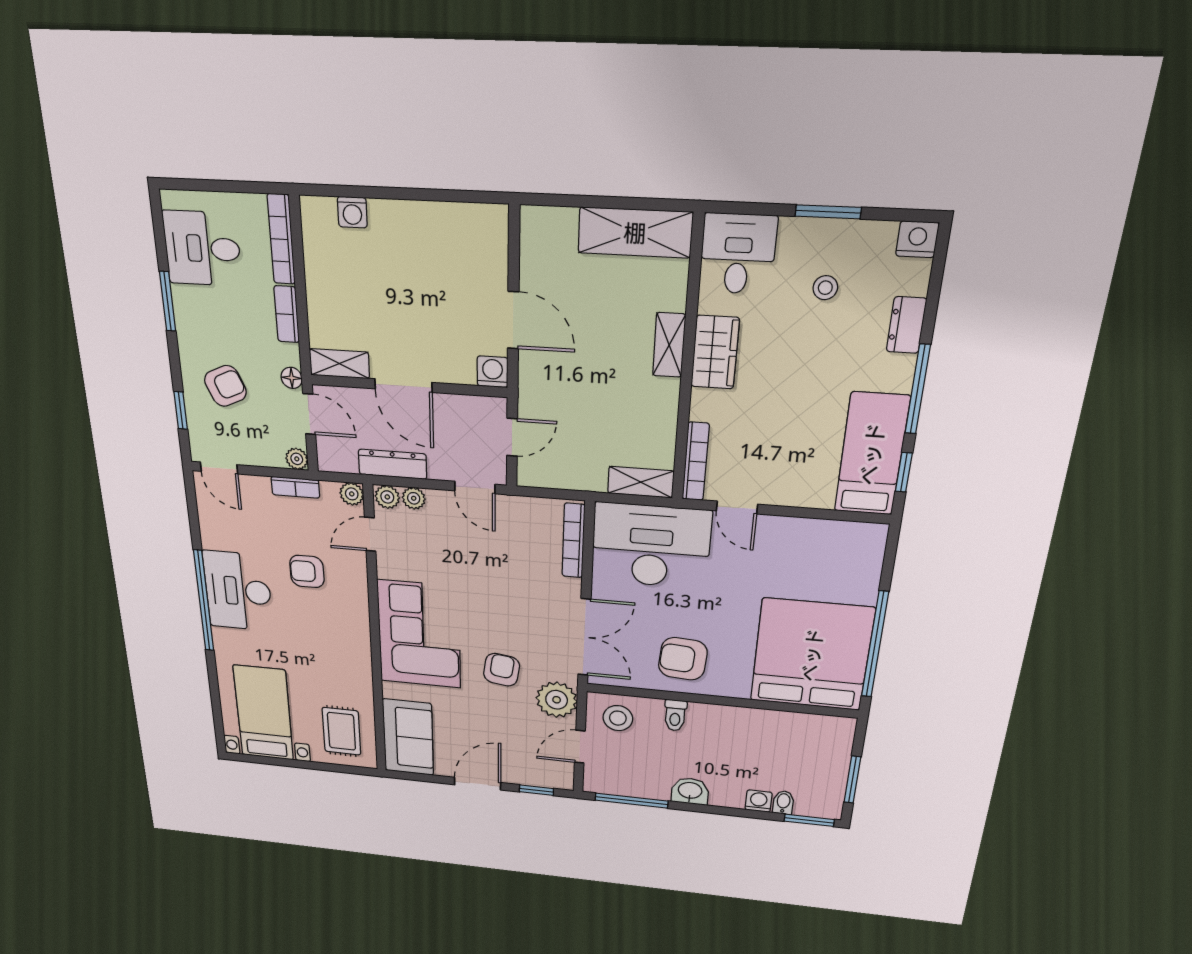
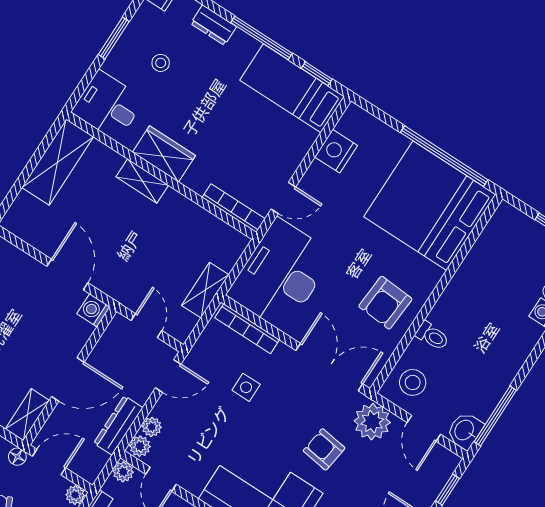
door: (513, 320) -> (67, 274), hinge flipped
shelving: (641, 482) -> (205, 290), moved
nightstand: (821, 536) -> (336, 151), added
side table: (514, 569) -> (246, 387), added
washbasin: (690, 791) -> (465, 430), moved

